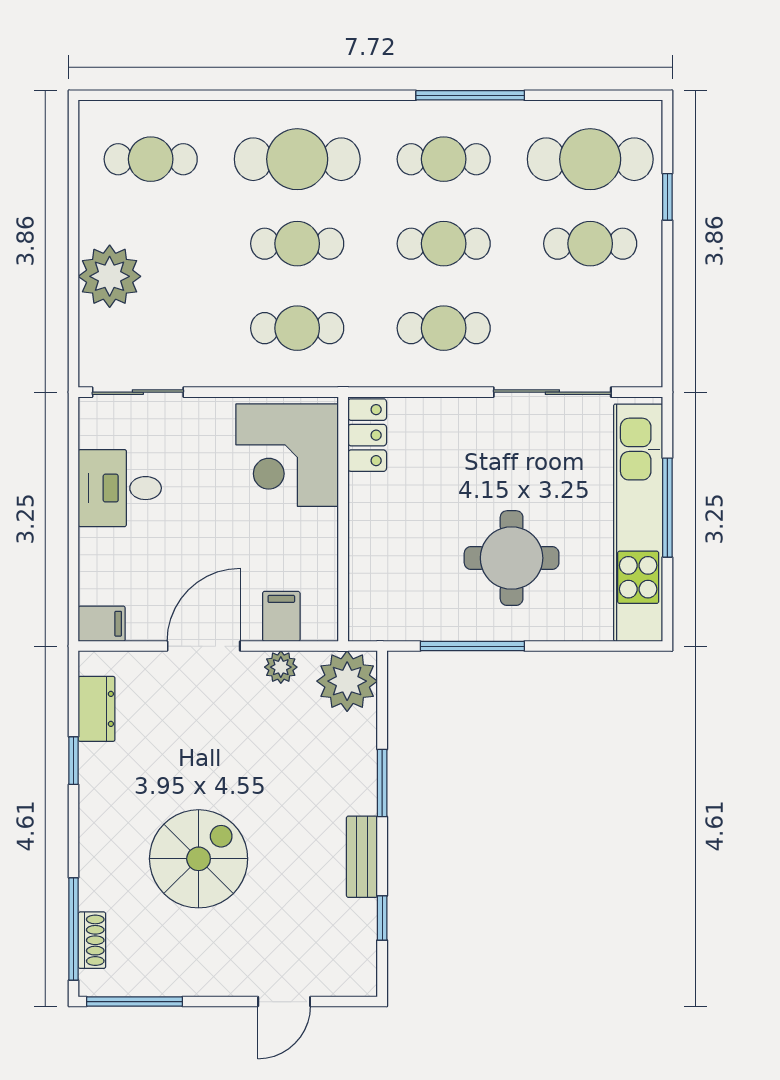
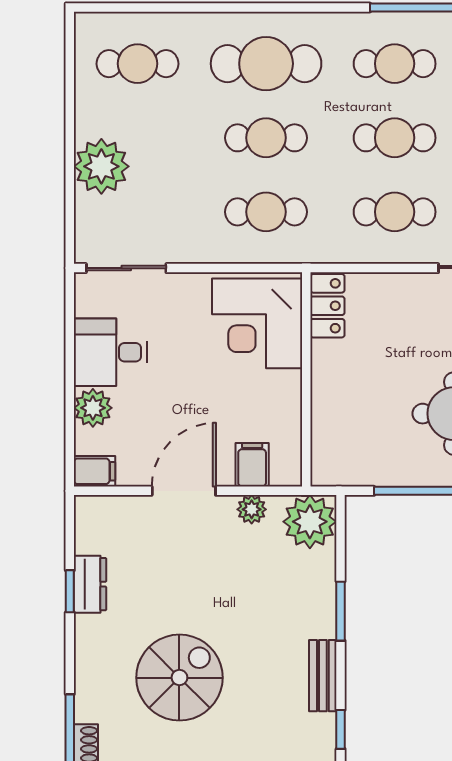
plant: (100, 551) -> (93, 408), added
dresser: (97, 709) -> (90, 584), moved

